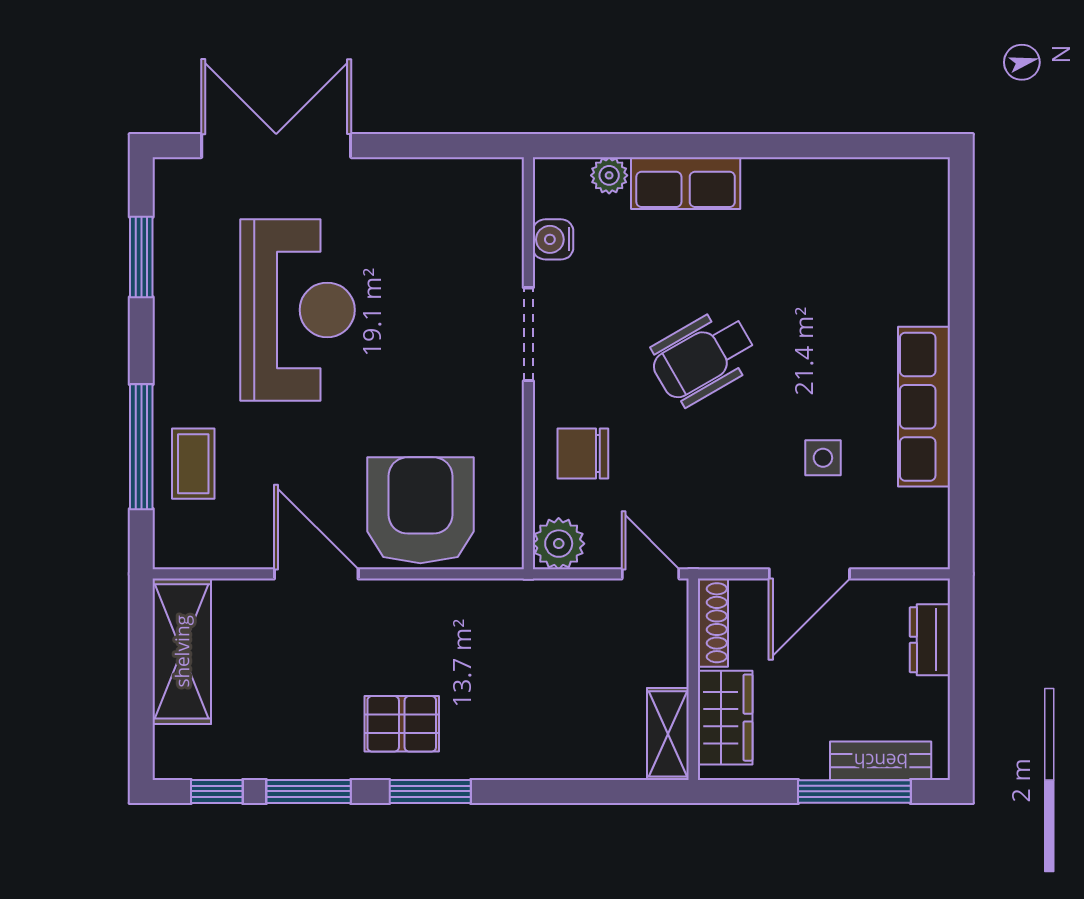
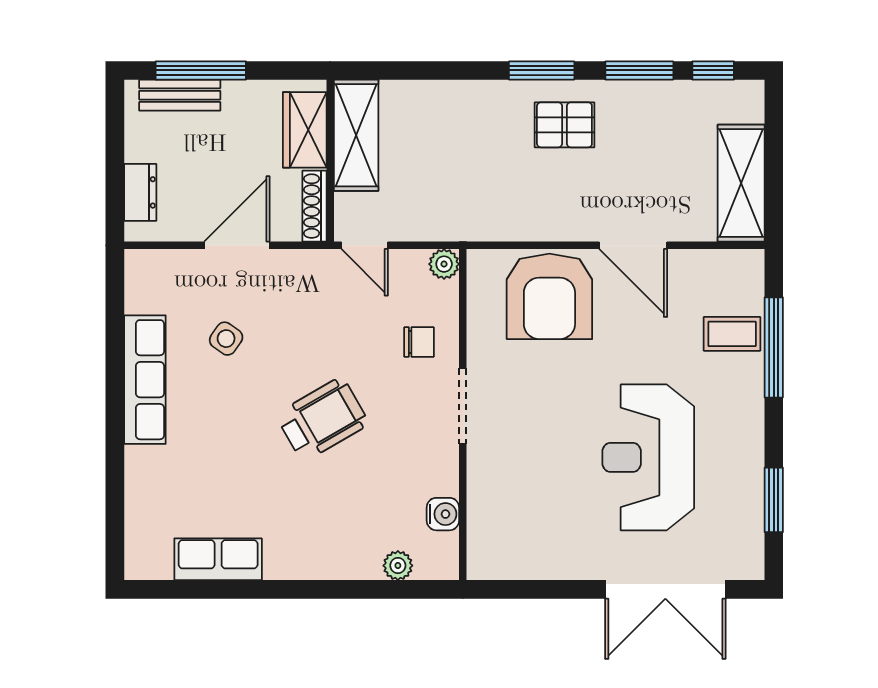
row of seats: (686, 183) -> (218, 559), moved
doorway: (528, 334) -> (463, 406), moved
chair: (583, 453) -> (419, 342), width x0.73, depth x0.73
side table: (823, 458) -> (226, 339), turned 35
coffee table: (193, 464) -> (732, 334), turned 90
plant: (559, 544) -> (444, 264), width x0.73, depth x0.73
shelving: (668, 734) -> (356, 135), width x1.50, depth x1.33

